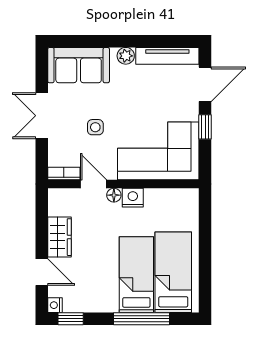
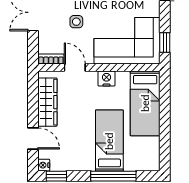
window: (205, 127) -> (165, 42), moved
floor lamp: (114, 195) -> (91, 76), removed
wardrobe: (59, 237) -> (47, 102), width x1.50
bed: (173, 272) -> (145, 103), moved, turned 180

